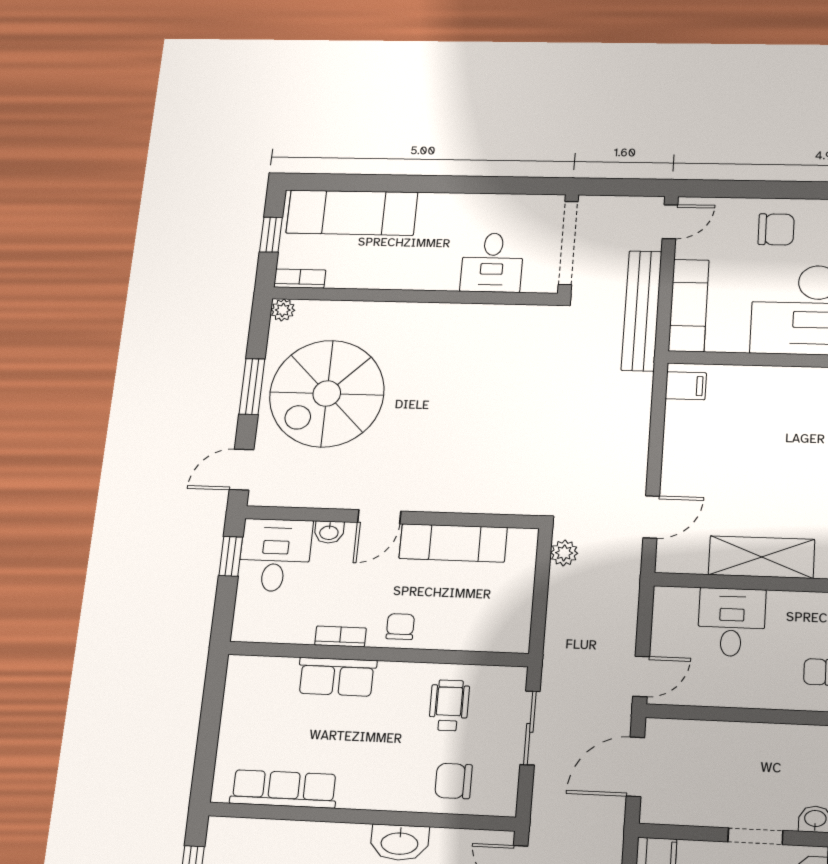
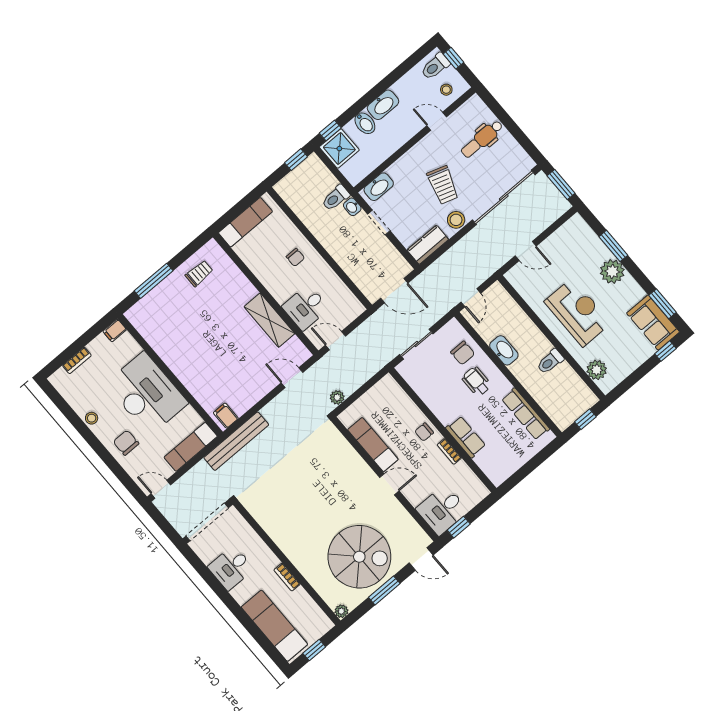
desk: (492, 262) -> (231, 568), moved, turned 180
bookcase: (300, 279) -> (287, 577), moved
bench: (642, 311) -> (236, 441), moved
washbasin: (329, 532) -> (414, 498), removed
door: (641, 676) -> (335, 341), moved
wheelchair: (449, 705) -> (477, 381), moved, turned 90

